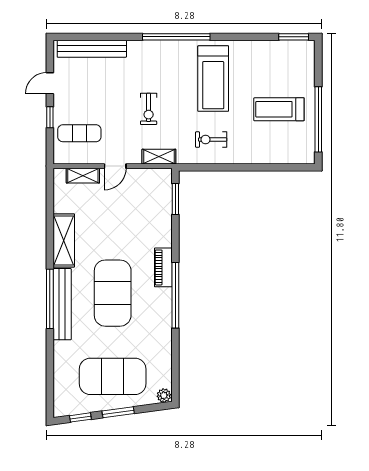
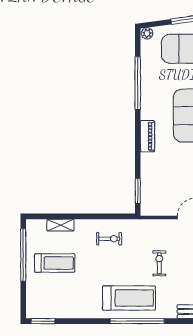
treadmill: (213, 79) -> (129, 298), moved, turned 90
shelving: (159, 157) -> (60, 225), moved
window: (175, 295) -> (138, 83), moved

